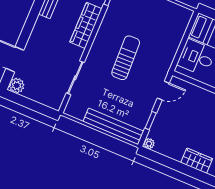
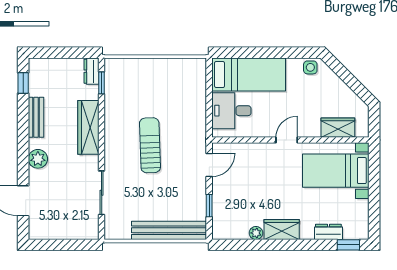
plant: (17, 86) -> (38, 159), moved
plant: (149, 144) -> (256, 233), moved

